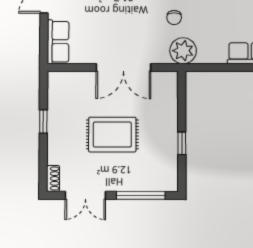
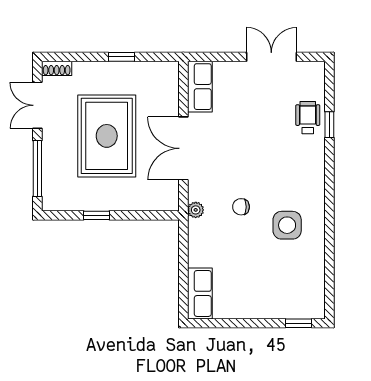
row of seats: (58, 42) -> (200, 87), moved, turned -90
plant: (183, 51) -> (196, 210), width x0.53, depth x0.53
rug: (112, 135) -> (107, 136), width x1.37, depth x1.44

